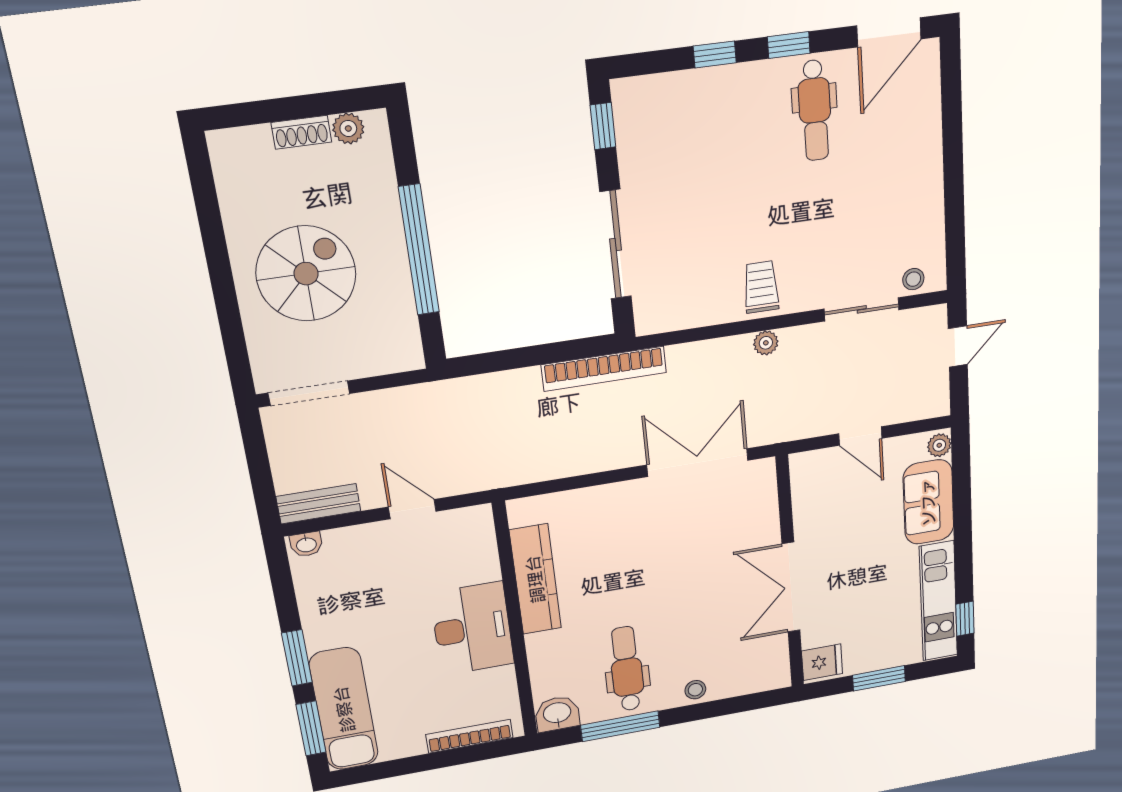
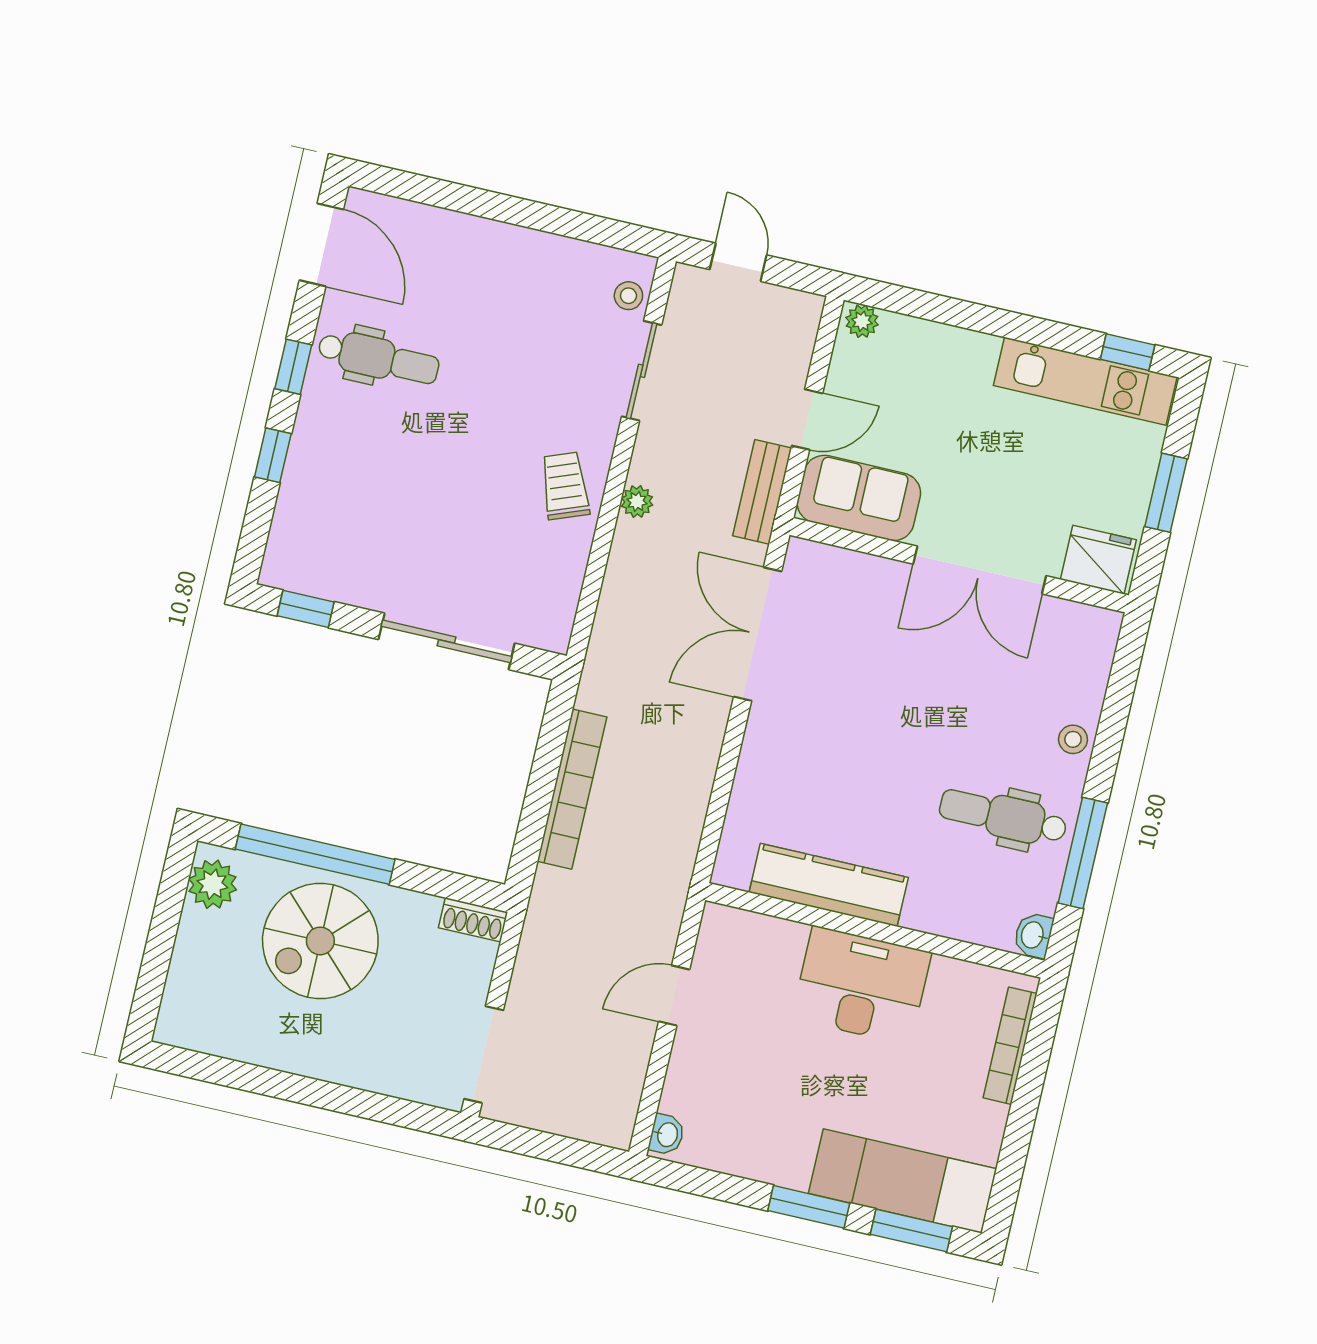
plant: (348, 128) -> (212, 884), width x1.38, depth x1.38
shoe rack: (301, 132) -> (473, 920), moved, turned 90
window: (419, 250) -> (315, 854), moved
spiral stairs: (306, 274) -> (320, 941), moved, turned -90
trolley: (761, 287) -> (565, 486), turned 69
bookcase: (604, 369) -> (572, 789), moved
sofa: (928, 502) -> (859, 498), moved, turned 180
bench: (319, 504) -> (762, 492), moved
fridge: (822, 662) -> (1098, 560), width x1.38
washbasin: (557, 714) -> (1033, 935), width x0.72, depth x0.69

